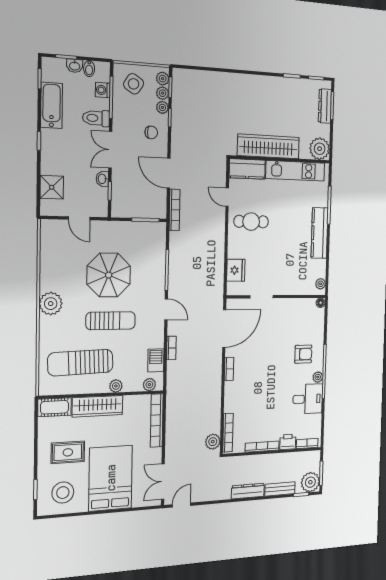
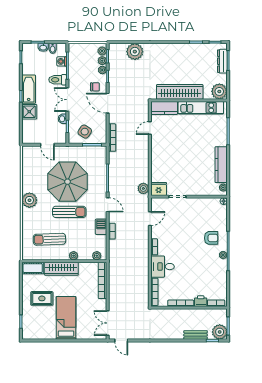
plant: (209, 83) -> (135, 52), added
side table: (134, 84) -> (85, 132), moved
bathtub: (52, 105) -> (29, 89), moved
door: (169, 173) -> (108, 103), moved
shower: (52, 187) -> (29, 112), moved
door: (227, 197) -> (150, 128), hinge flipped
cafe table: (251, 222) -> (168, 144), removed
kitchen counter: (319, 233) -> (221, 165), moved
fridge: (236, 270) -> (159, 189), moved, turned -90
parasol: (109, 275) -> (68, 182), width x1.36, depth x1.36
door: (224, 329) -> (150, 219), width x0.53
barbecue: (156, 360) -> (101, 227), moved
sun lounger: (80, 363) -> (49, 239), width x0.73, depth x0.75
desk: (308, 399) -> (163, 267), moved, turned 180
plant: (213, 442) -> (143, 188), moved
bed: (111, 478) -> (66, 318), width x0.67
dresser: (248, 491) -> (171, 335), removed
stool: (63, 493) -> (39, 325), removed
door: (181, 505) -> (121, 340), swing flipped

